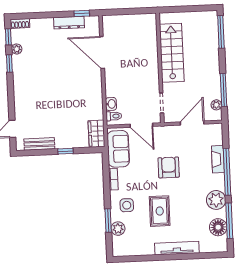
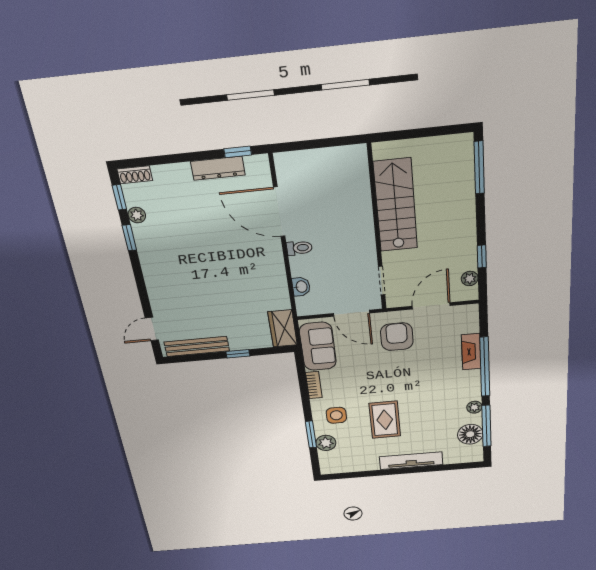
window: (223, 90) -> (482, 256), width x0.46
toilet: (114, 116) -> (299, 248), moved
bench: (39, 144) -> (197, 346), width x1.36
armchair: (169, 167) -> (397, 337), moved
plant: (216, 200) -> (474, 407), width x0.53, depth x0.53

